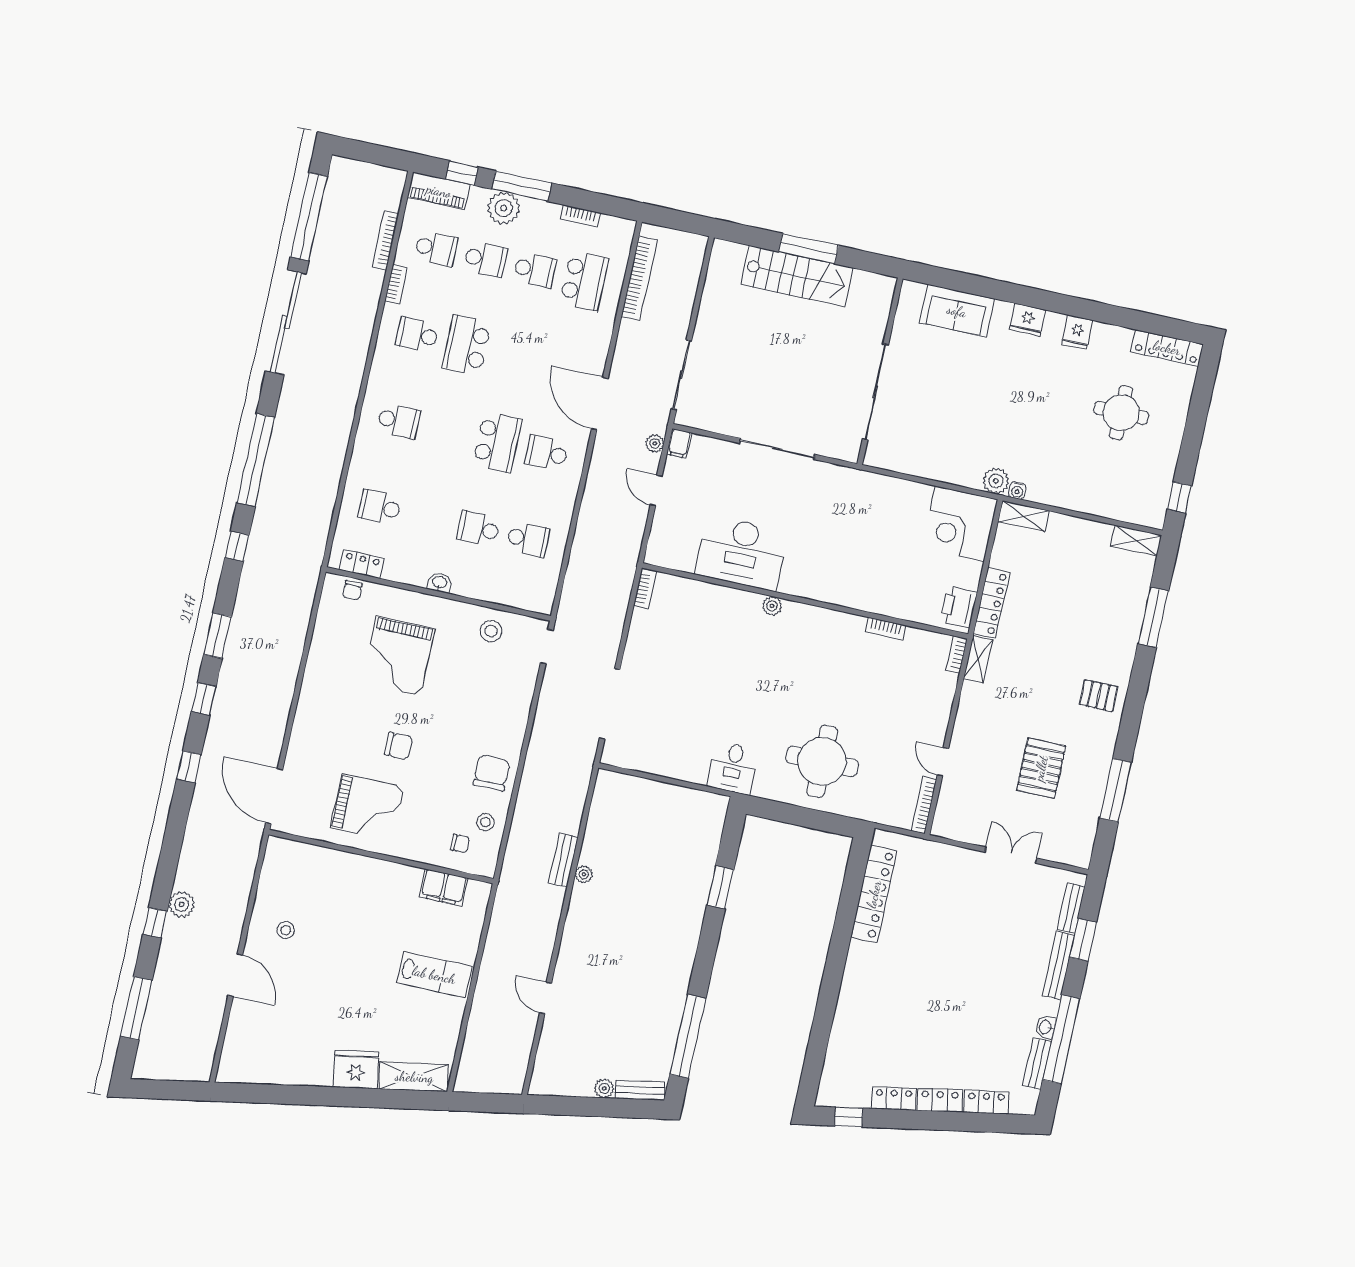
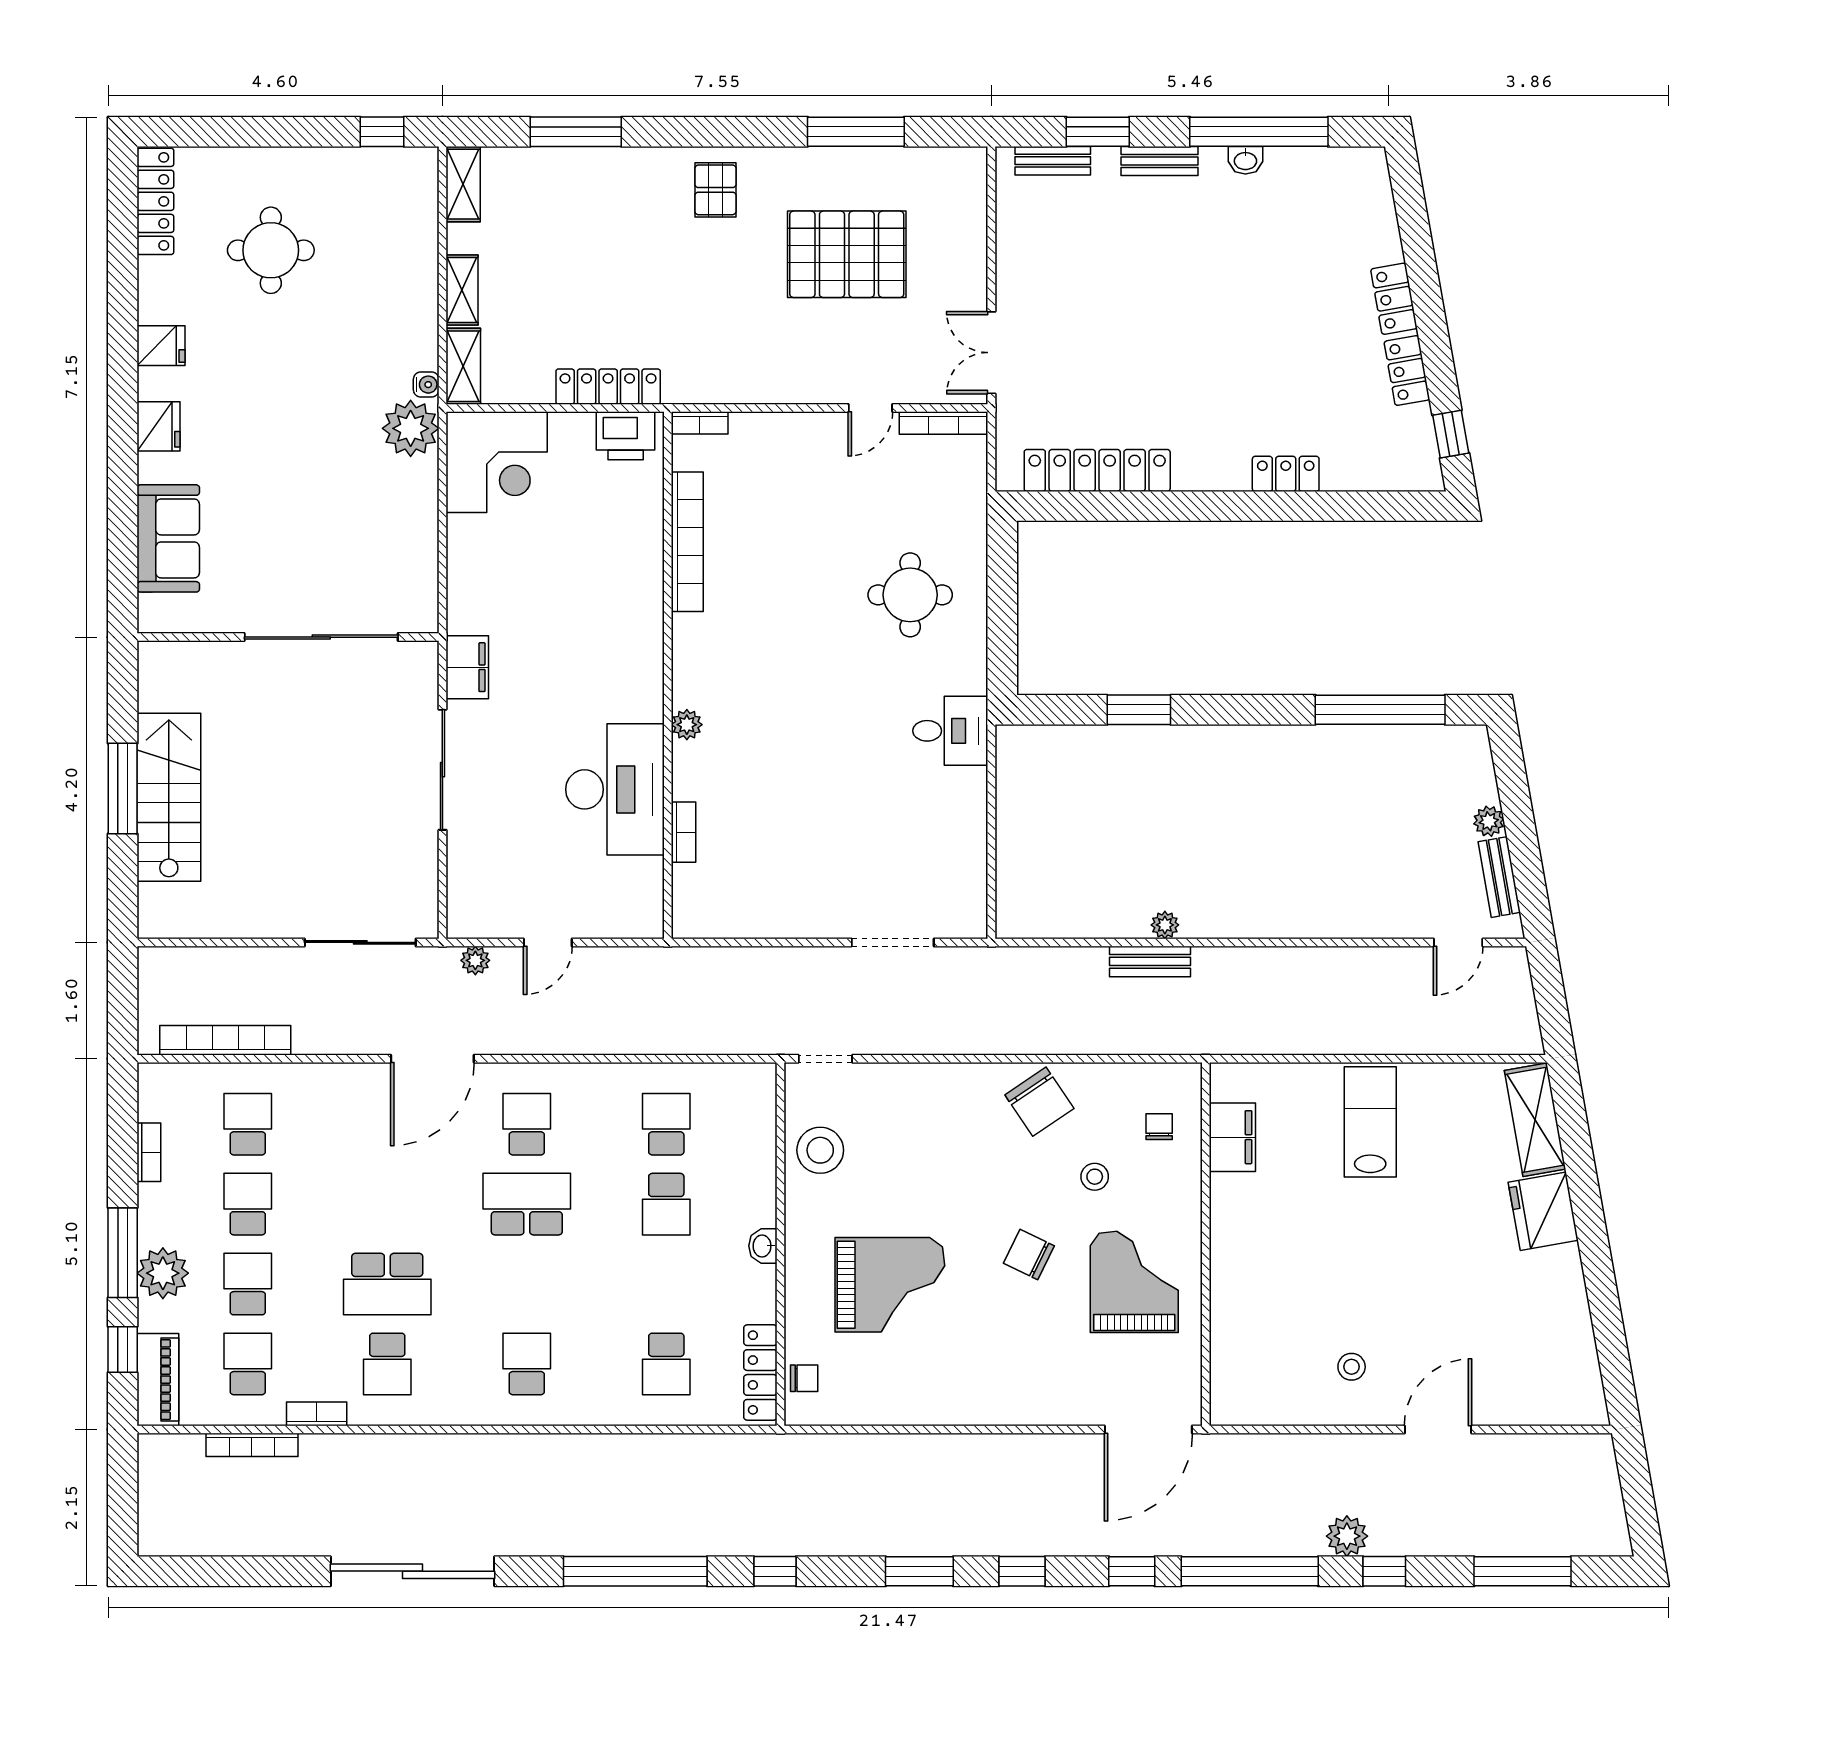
window: (309, 217) -> (1250, 1571), moved
school desk: (584, 281) -> (248, 1124), width x0.54
filing cabinet: (679, 443) -> (467, 667), moved, width x2.00
school desk: (547, 453) -> (527, 1124), turned 180
plant: (996, 481) -> (411, 428), width x1.36, depth x1.36
locker: (362, 564) -> (760, 1373), width x1.53
bookcase: (645, 589) -> (684, 832), moved, turned 90
bookcase: (885, 629) -> (687, 542), width x2.31, depth x1.31
stool: (491, 631) -> (820, 1150), width x1.38, depth x1.38
shelving: (978, 659) -> (462, 290), moved, turned 90
doorway: (610, 704) -> (893, 942), width x0.73
chair: (398, 746) -> (1029, 1254), turned -65
round table: (822, 761) -> (910, 595), width x0.73, depth x0.73
pallet: (1041, 768) -> (847, 254), width x1.37, depth x1.41
chair: (492, 773) -> (1039, 1102), turned -124
stool: (485, 822) -> (1095, 1177), moved
double door: (1011, 855) -> (991, 353), moved
bench: (1059, 965) -> (1159, 161), width x0.73
door: (546, 998) -> (1458, 942), moved
bench: (1037, 1064) -> (1305, 161), removed
bench: (640, 1090) -> (1499, 877), moved
locker: (986, 1102) -> (1286, 474), moved, turned 100

